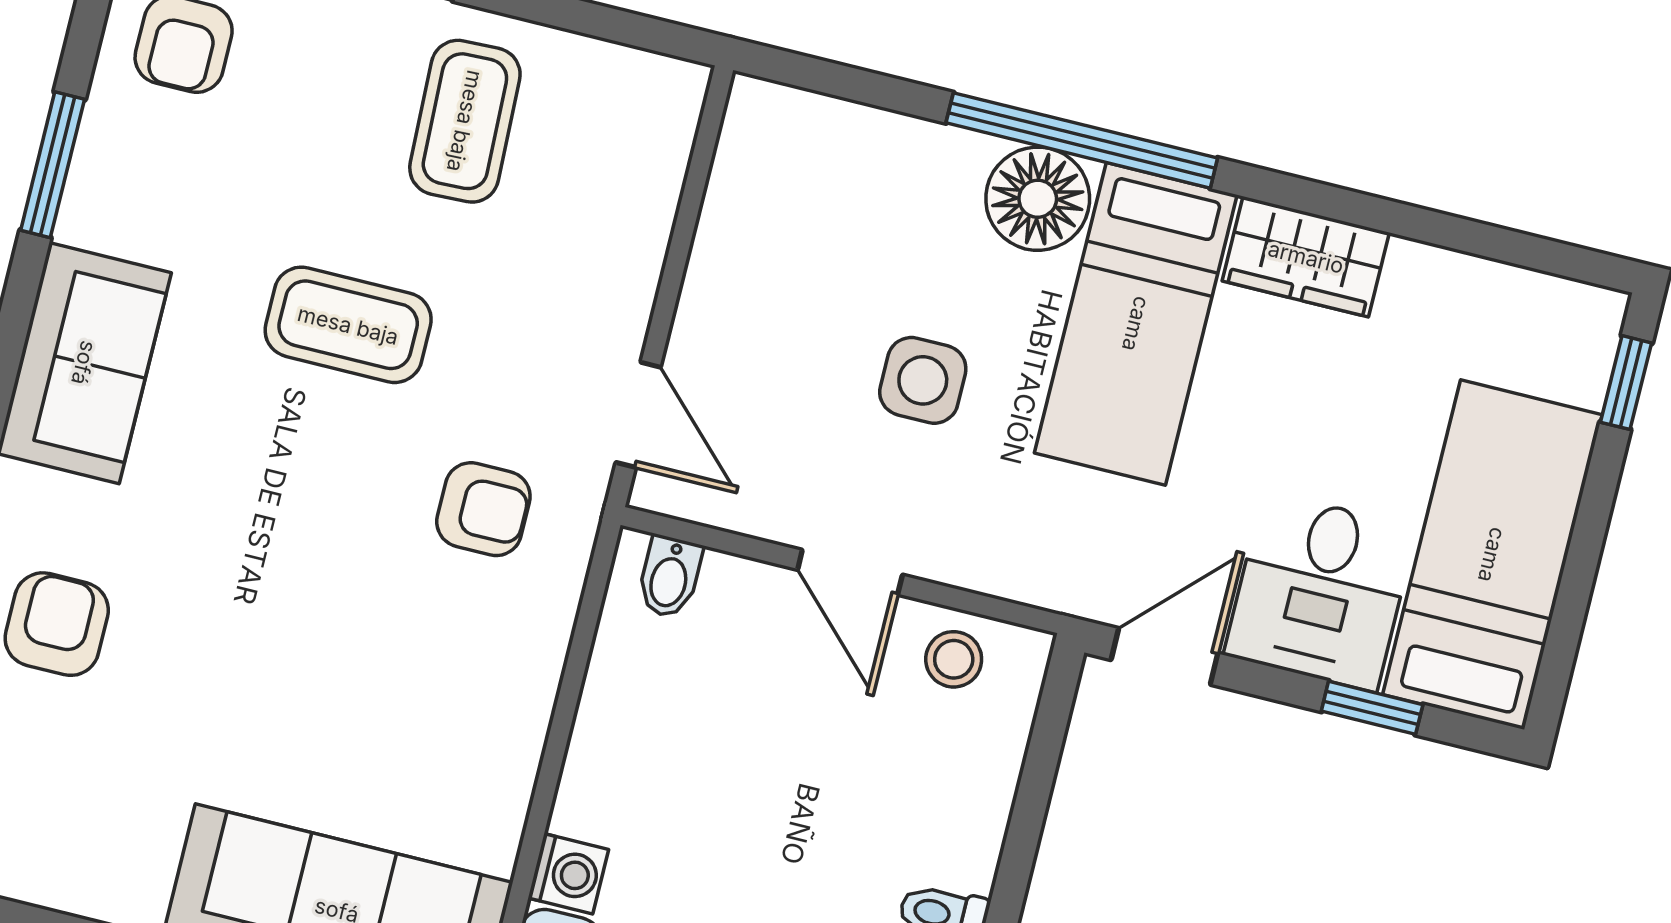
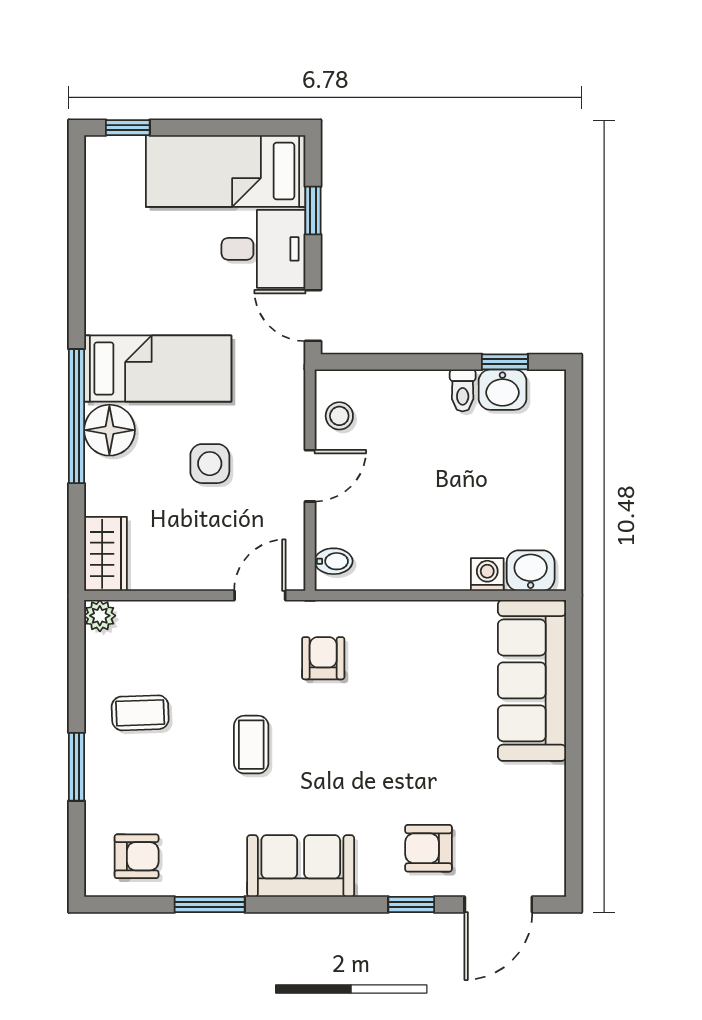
plant: (676, 89) -> (100, 616), added
coffee table: (465, 121) -> (140, 713), width x0.73, depth x0.77
wardrobe: (1306, 257) -> (105, 554), moved
coffee table: (348, 325) -> (251, 745), width x0.73, depth x0.77

